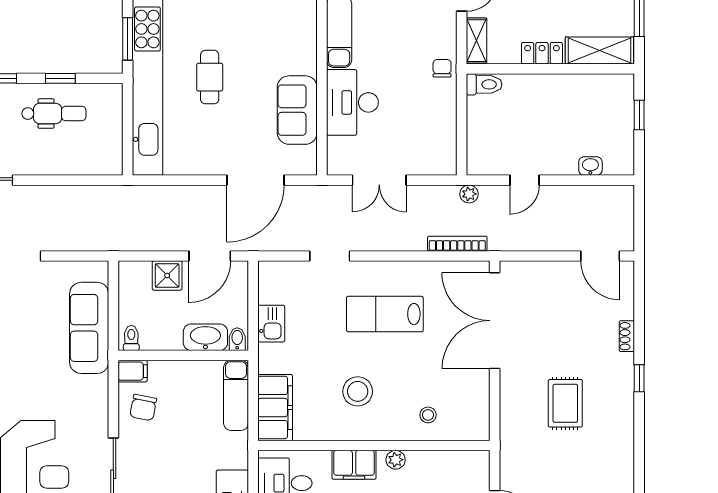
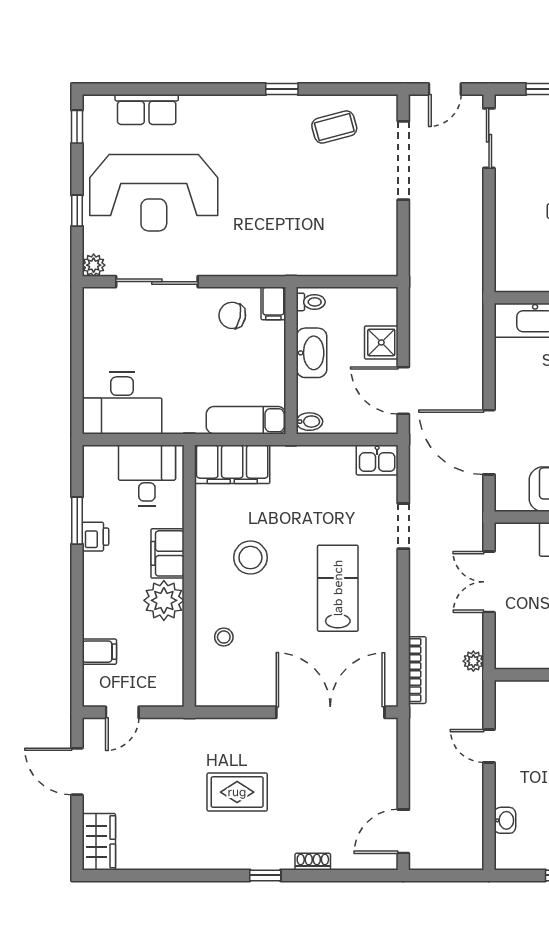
plant: (469, 194) -> (473, 661), moved
kitchen sink: (271, 324) -> (377, 460), moved
sofa: (89, 328) -> (322, 254), removed
washbasin: (205, 337) -> (312, 353), moved
plant: (396, 460) -> (164, 600), width x1.87, depth x1.87

